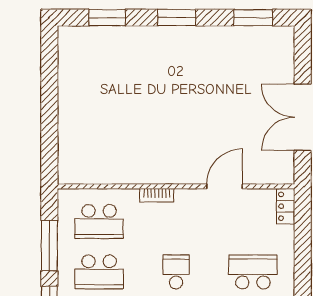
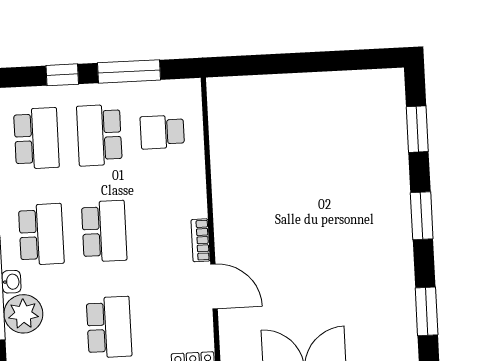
bookcase: (157, 195) -> (201, 240), moved
school desk: (99, 221) -> (162, 132), width x0.54
school desk: (176, 272) -> (104, 231), width x1.85

